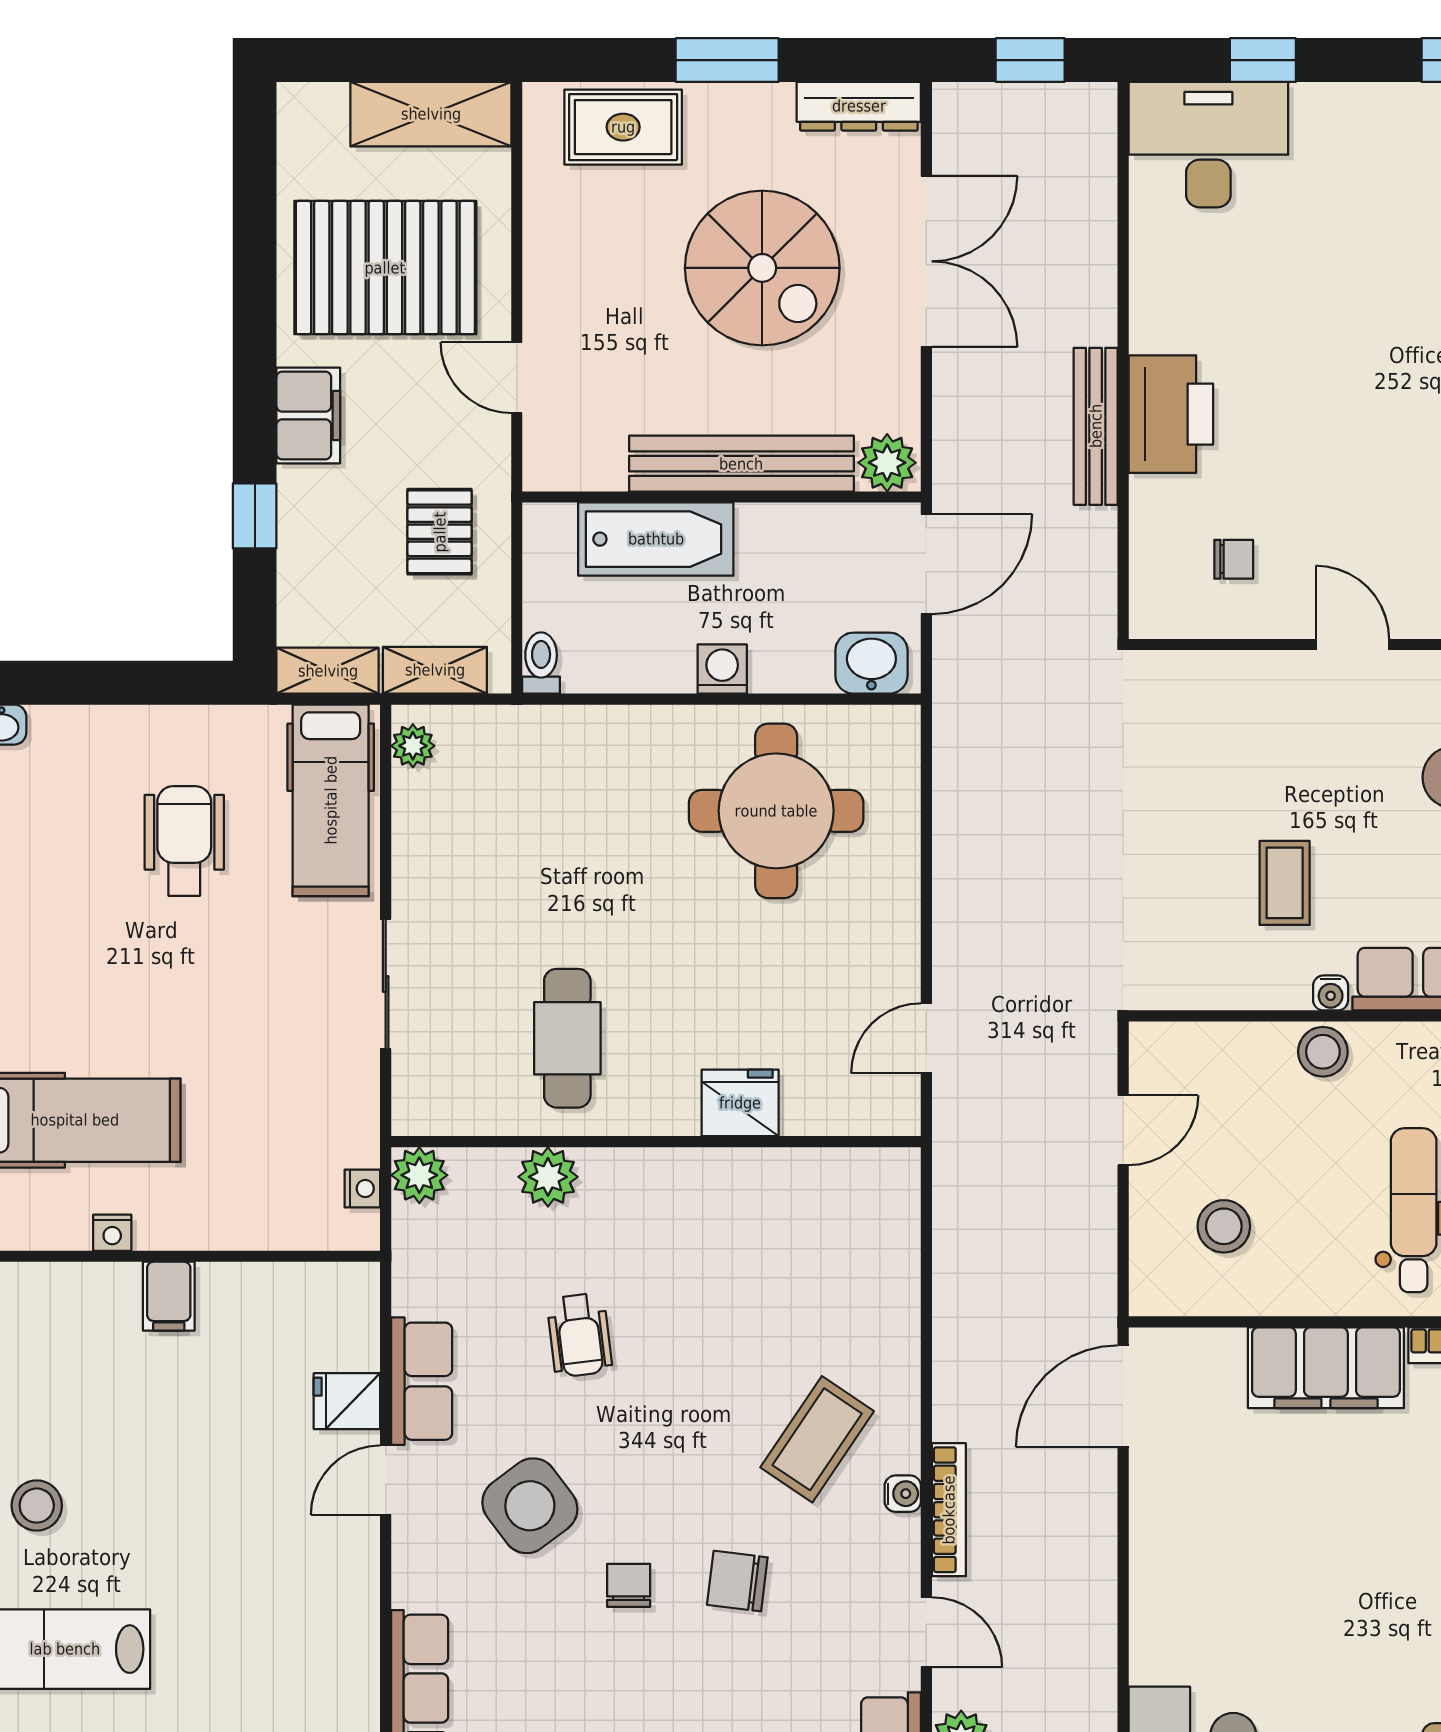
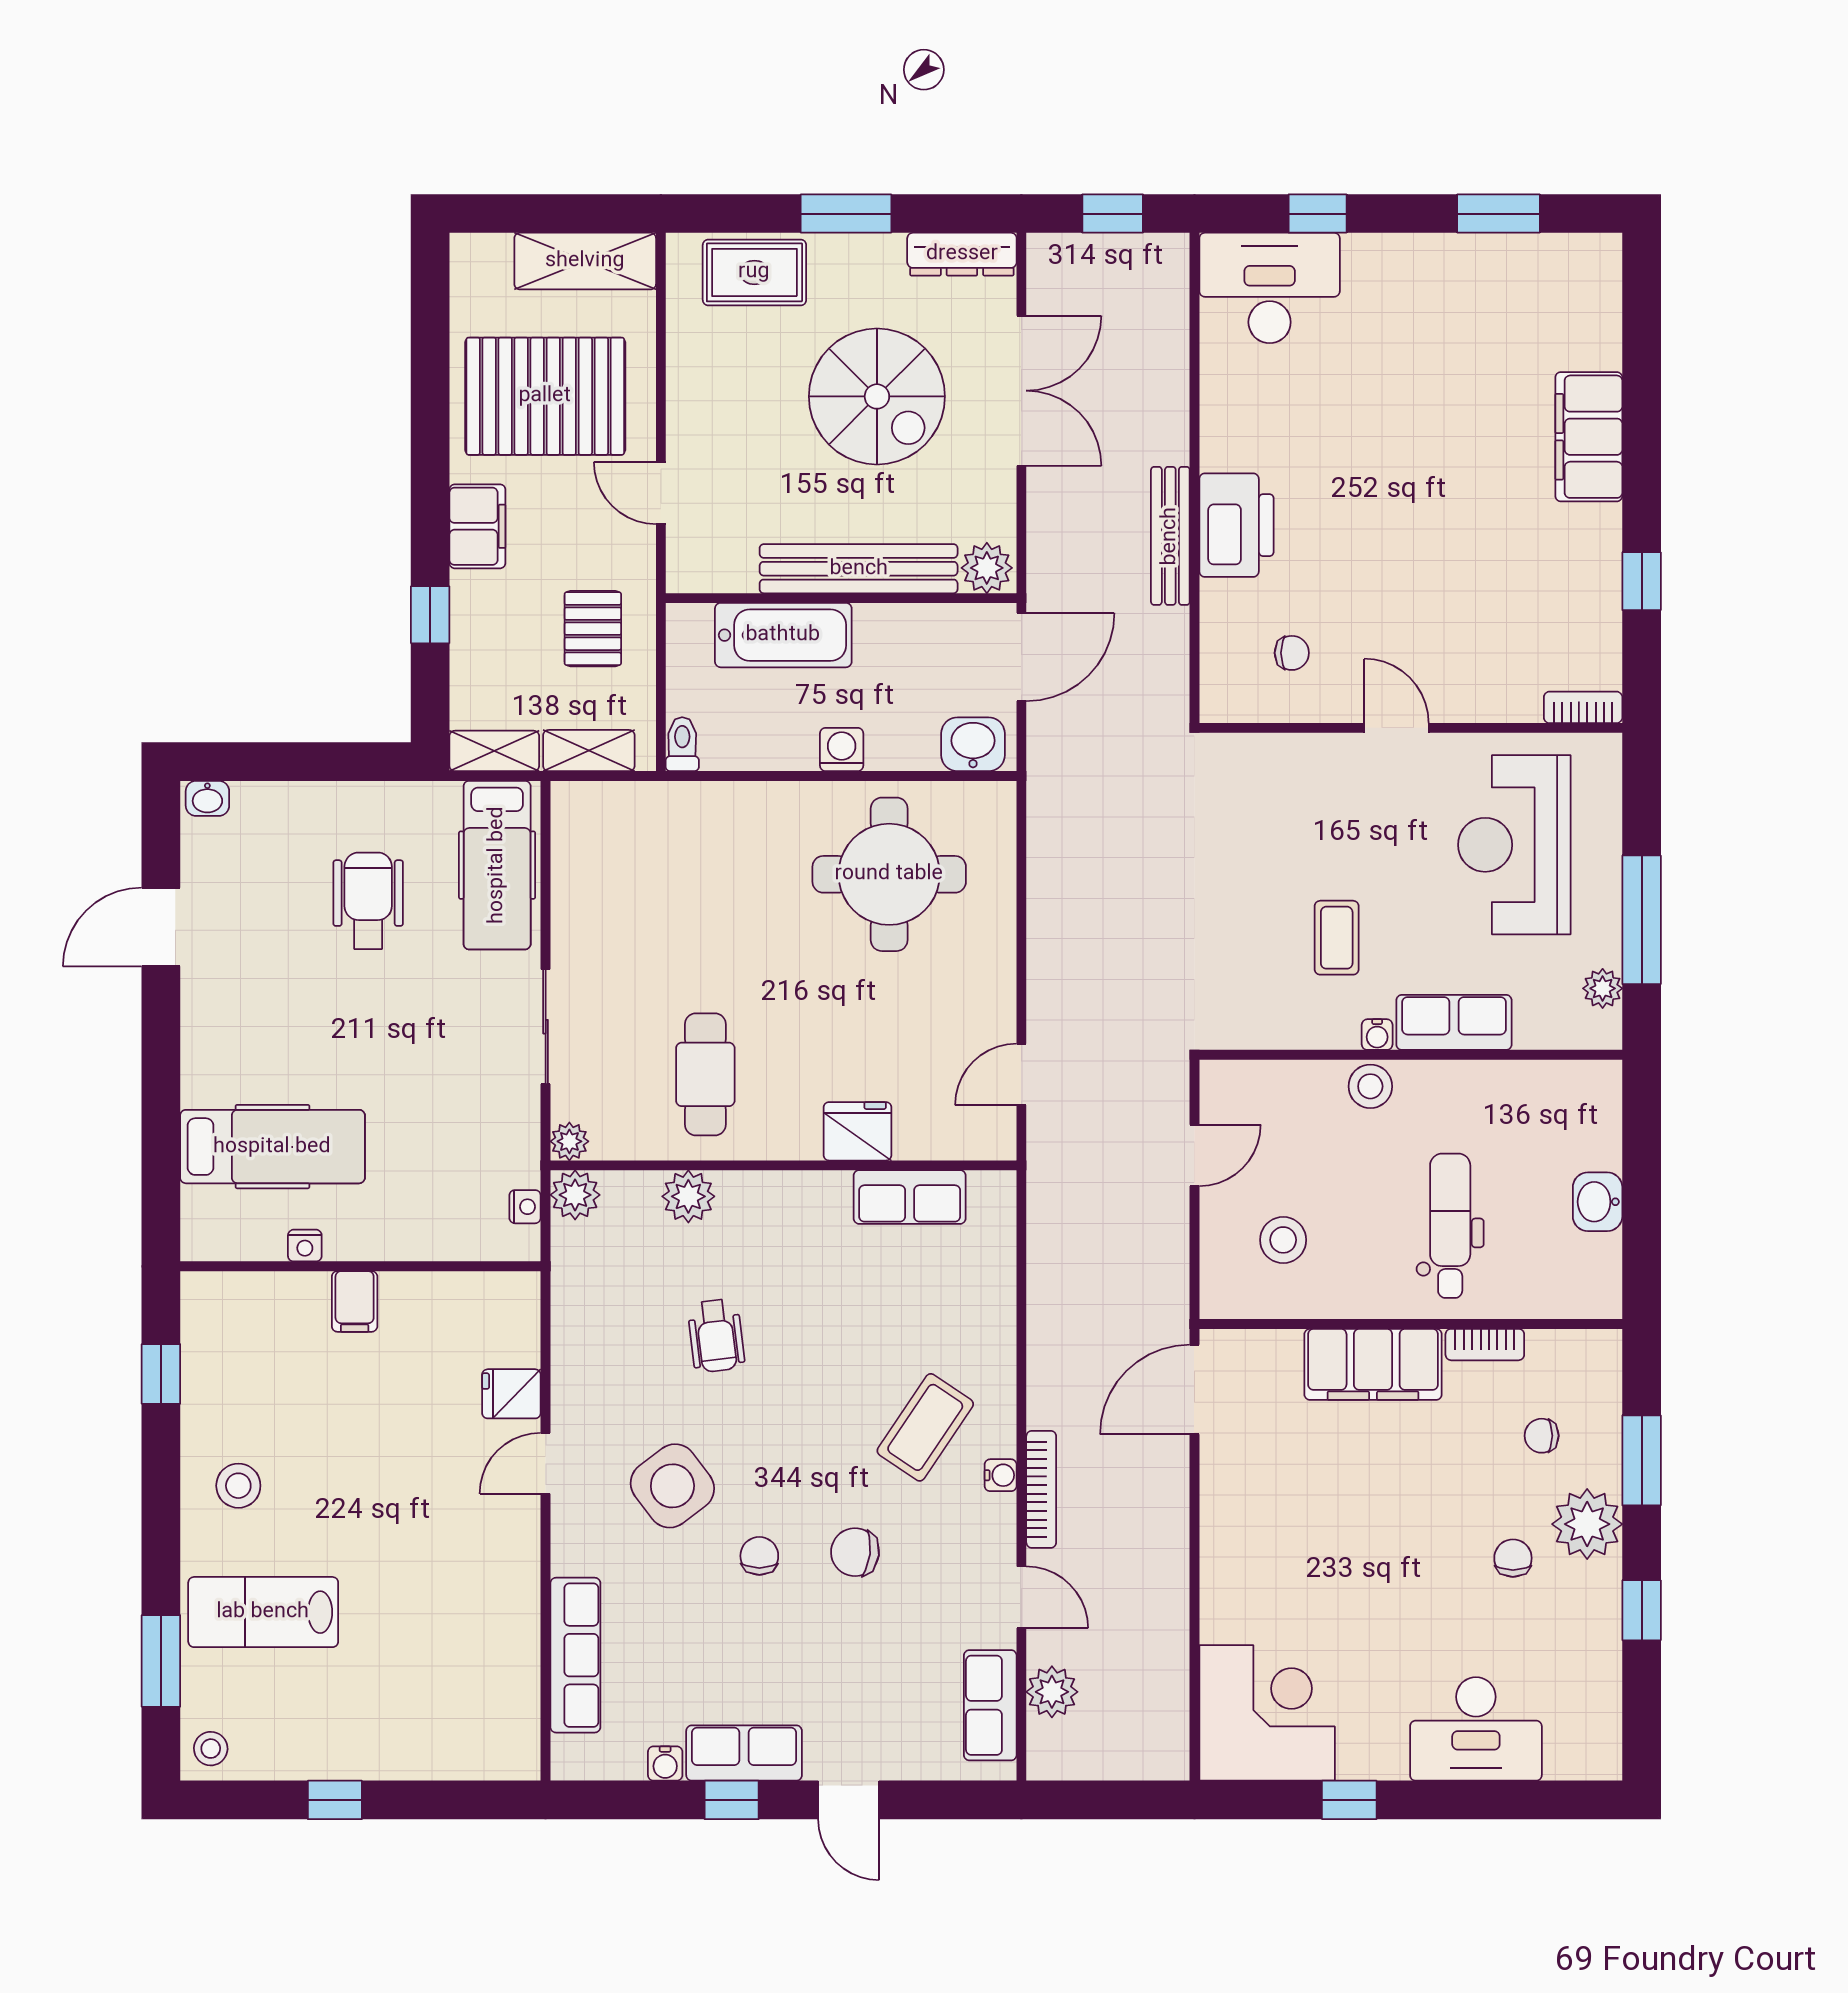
plant: (413, 746) -> (569, 1141), moved
row of seats: (422, 1381) -> (910, 1197), moved, turned 90

